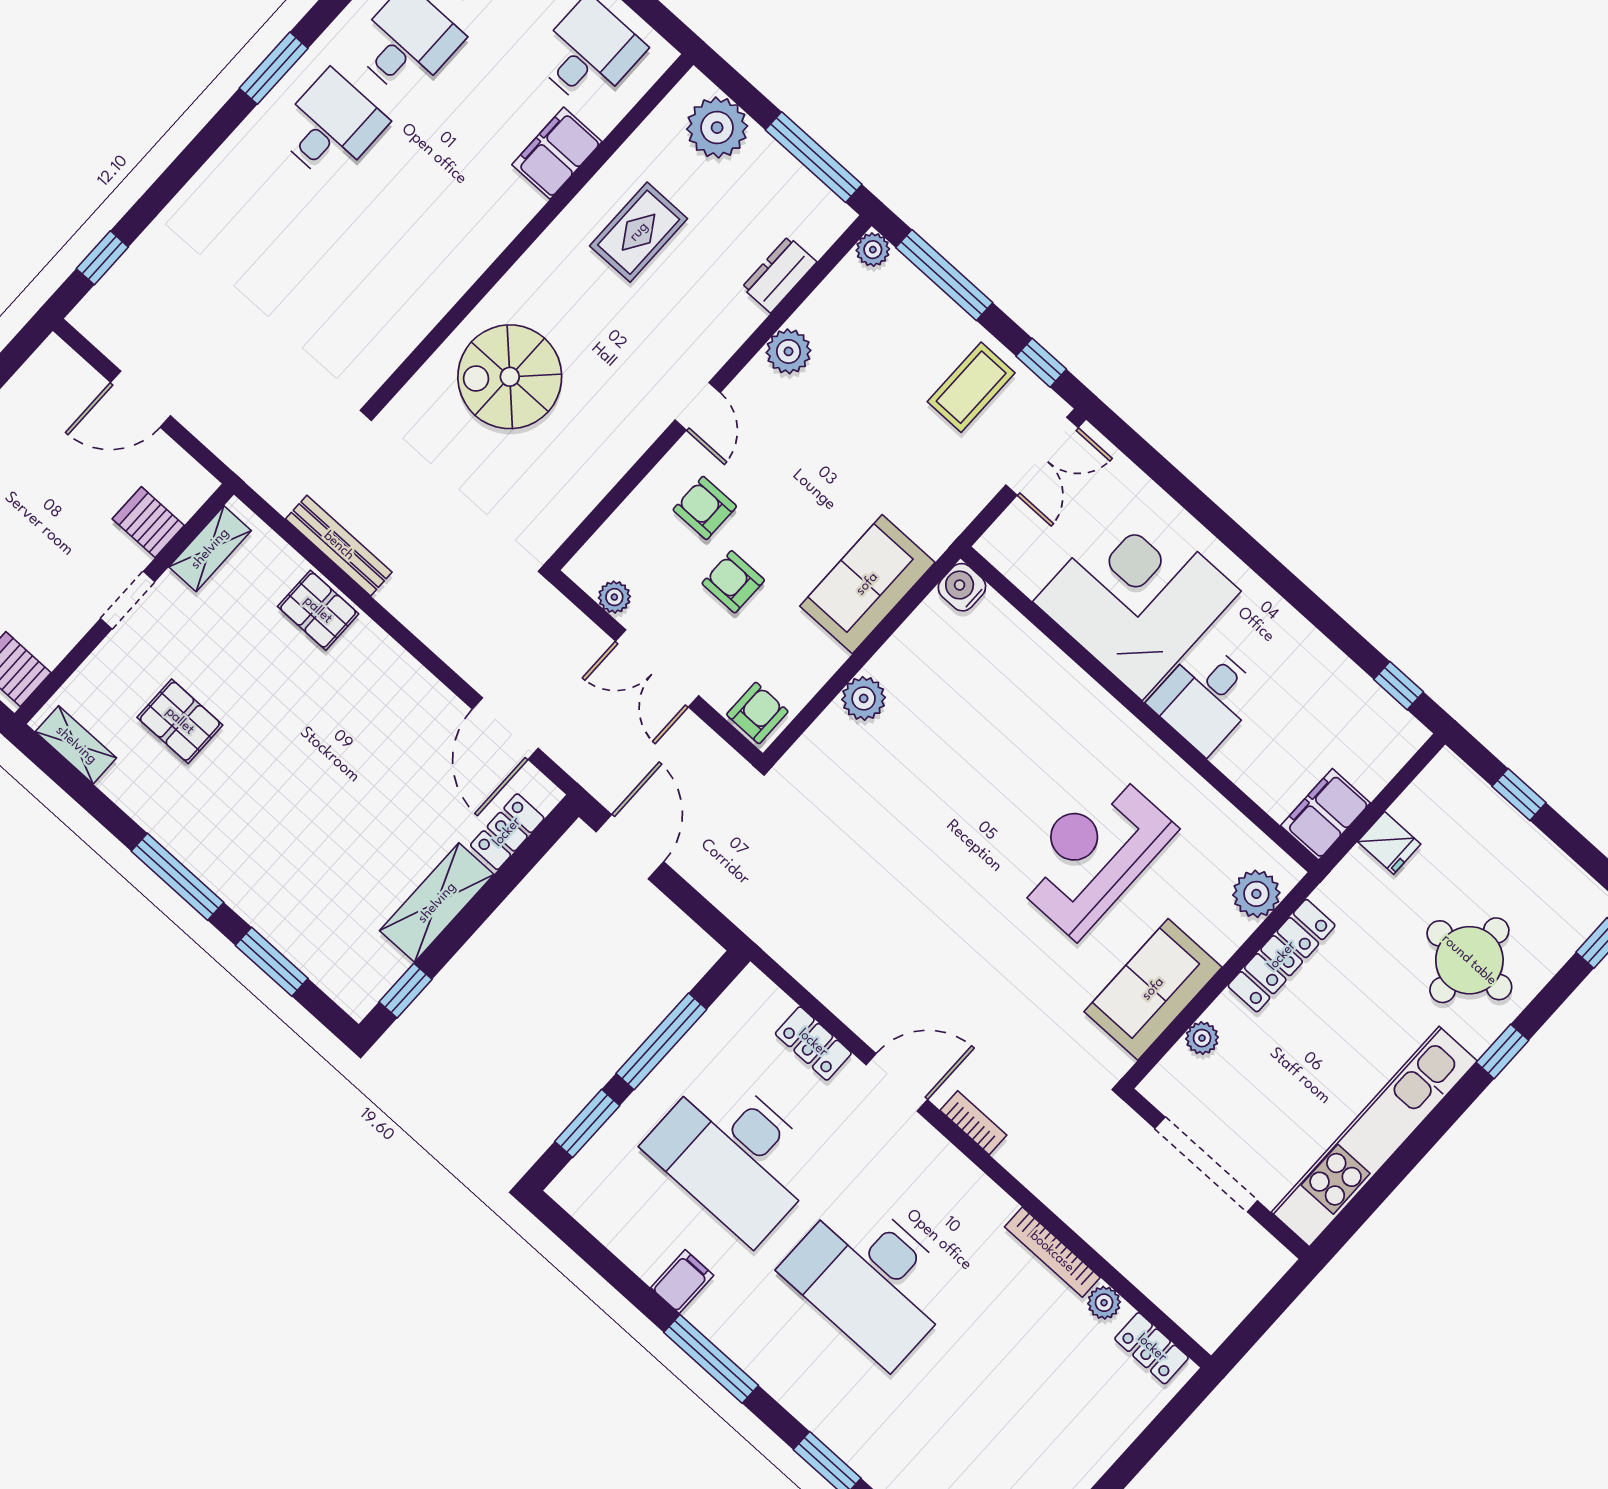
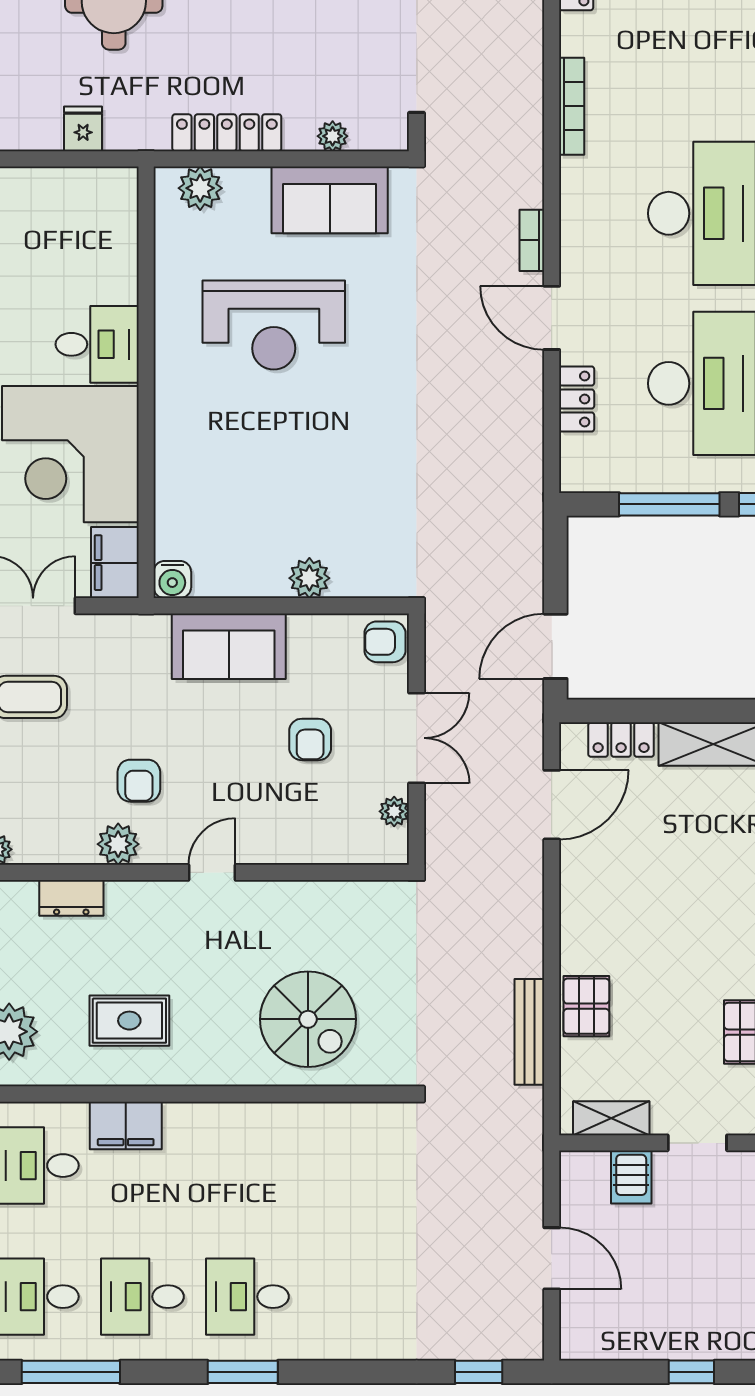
armchair: (705, 508) -> (139, 781), moved
filing cabinet: (1325, 814) -> (115, 563), moved, turned 90
plant: (1104, 1303) -> (574, 40), removed

